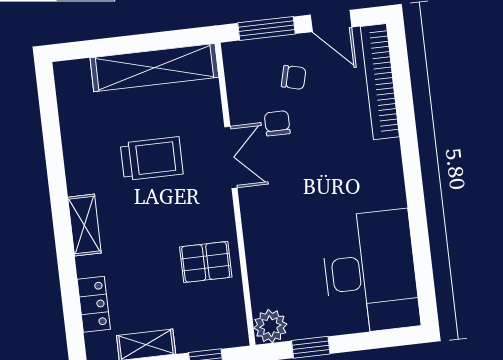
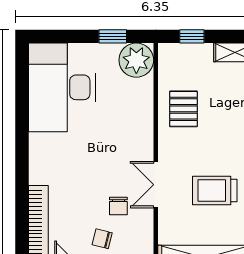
pallet: (206, 262) -> (184, 109), turned 90
plant: (270, 326) -> (136, 60), width x1.36, depth x1.36

